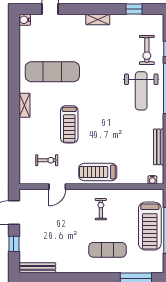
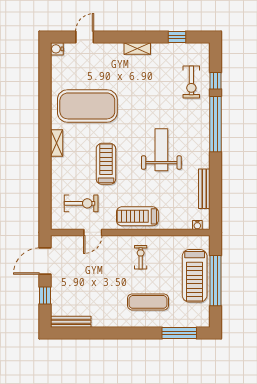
exercise mat: (52, 72) -> (87, 106), width x1.47
weight bench: (141, 91) -> (161, 150), moved, turned 180
treadmill: (69, 124) -> (106, 164), turned 180
exercise bike: (47, 160) -> (81, 203), width x1.38, depth x1.39

